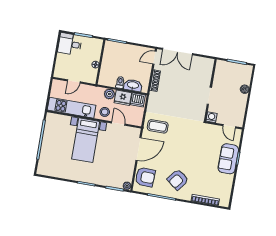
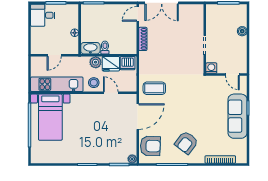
washbasin: (133, 85) -> (90, 48), moved
bed with nightstands: (86, 140) -> (50, 117), moved
sofa: (228, 159) -> (238, 116), width x1.36

